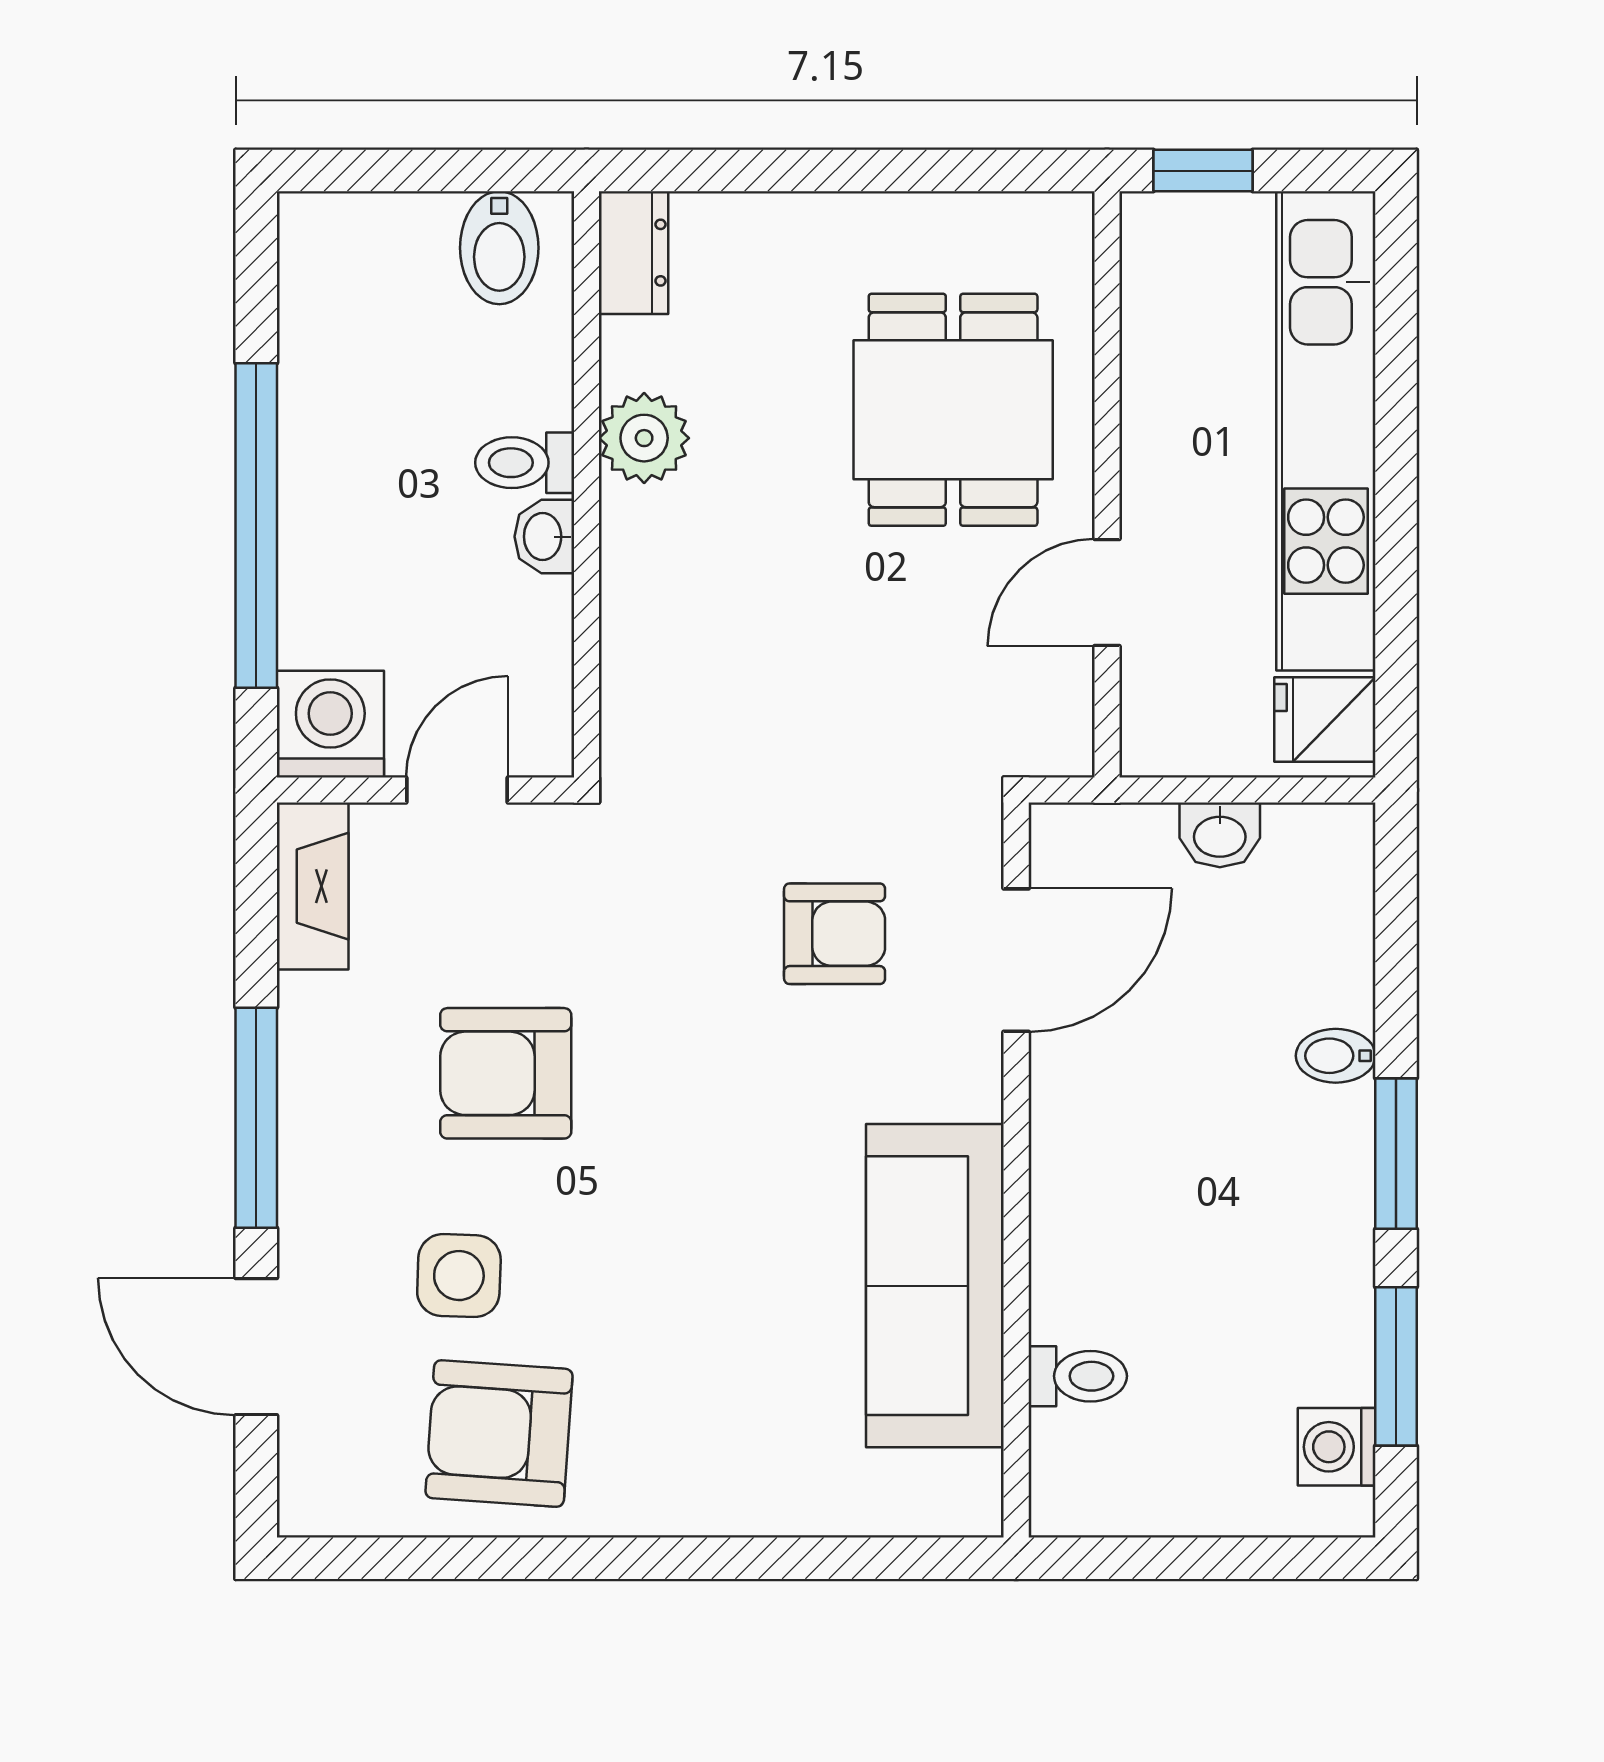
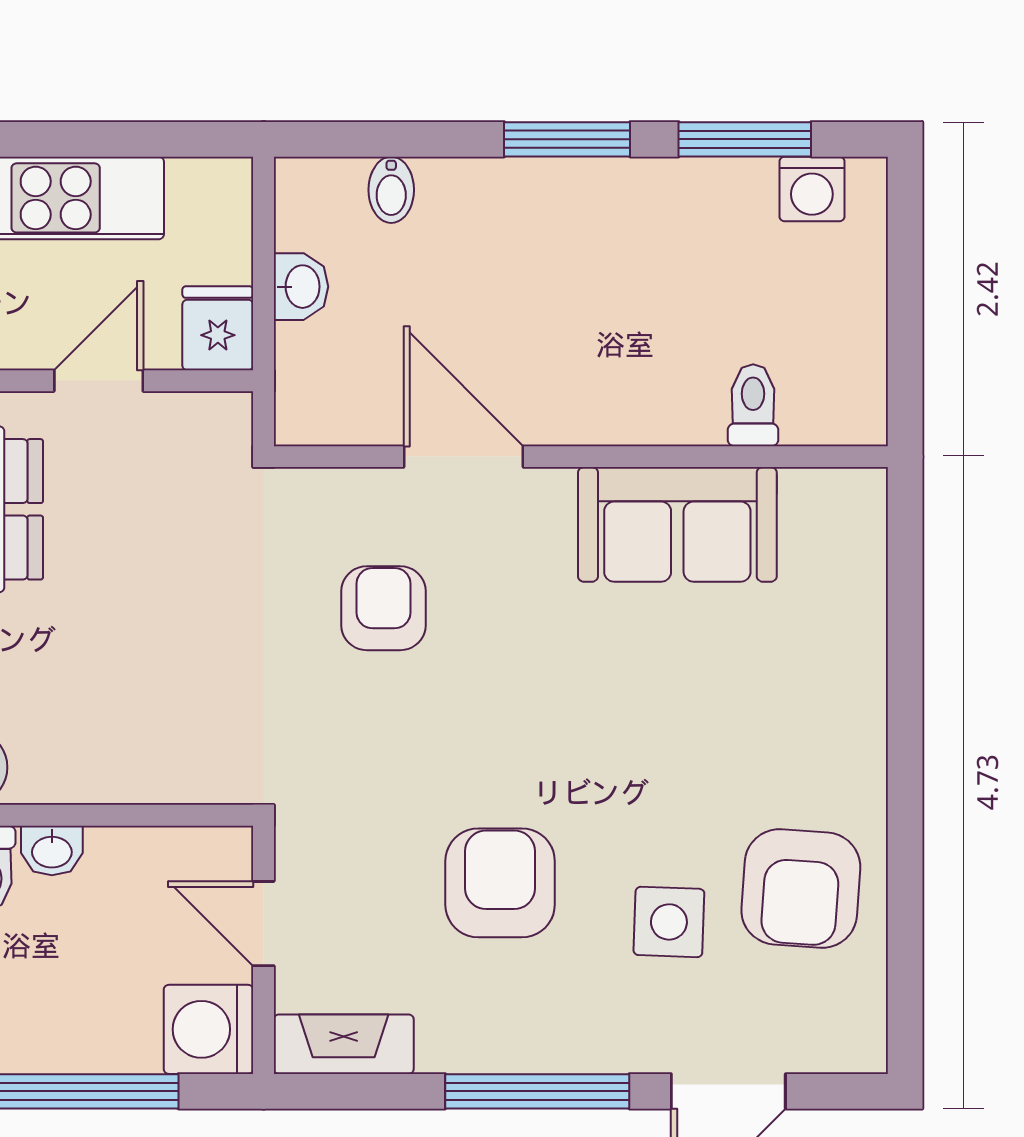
door: (1107, 593) -> (99, 381), swing flipped
fridge: (1325, 720) -> (218, 328), moved, turned 180
door: (1016, 960) -> (463, 457), moved
bidet: (1336, 1056) -> (391, 190), moved
armchair: (506, 1073) -> (500, 883), turned 180
sofa: (935, 1286) -> (677, 524), width x0.73

